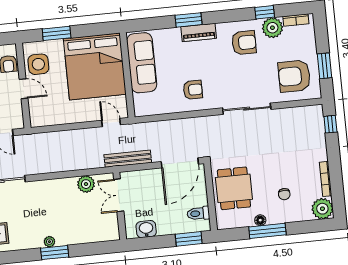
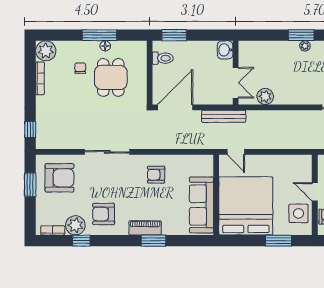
dining table: (234, 188) -> (111, 77), moved
washbasin: (146, 229) -> (225, 50), moved, turned 90

